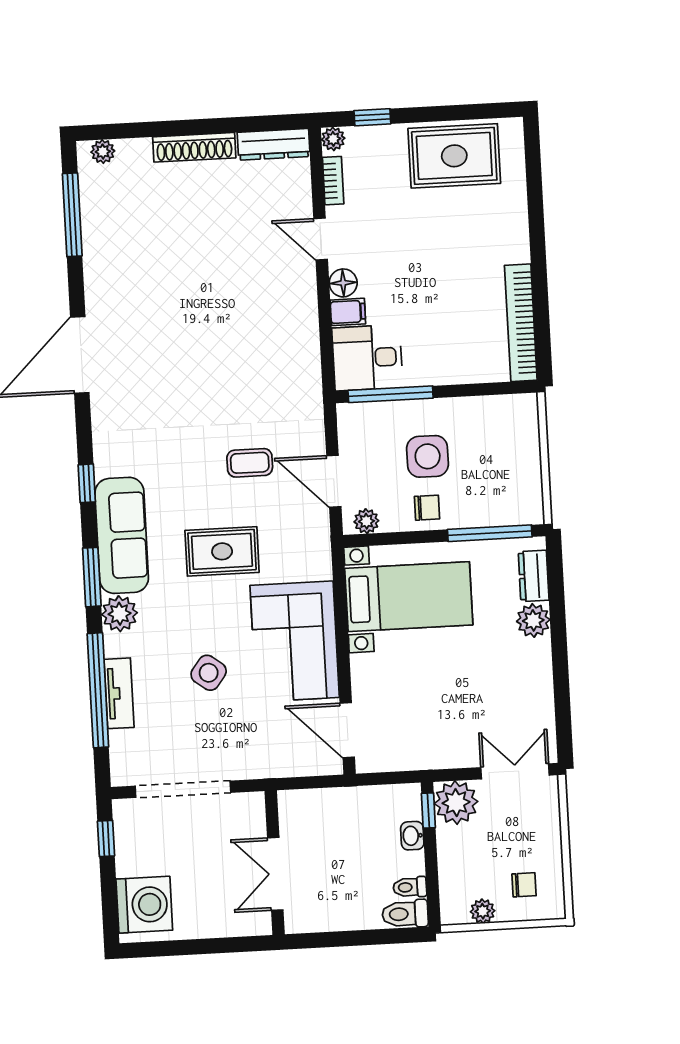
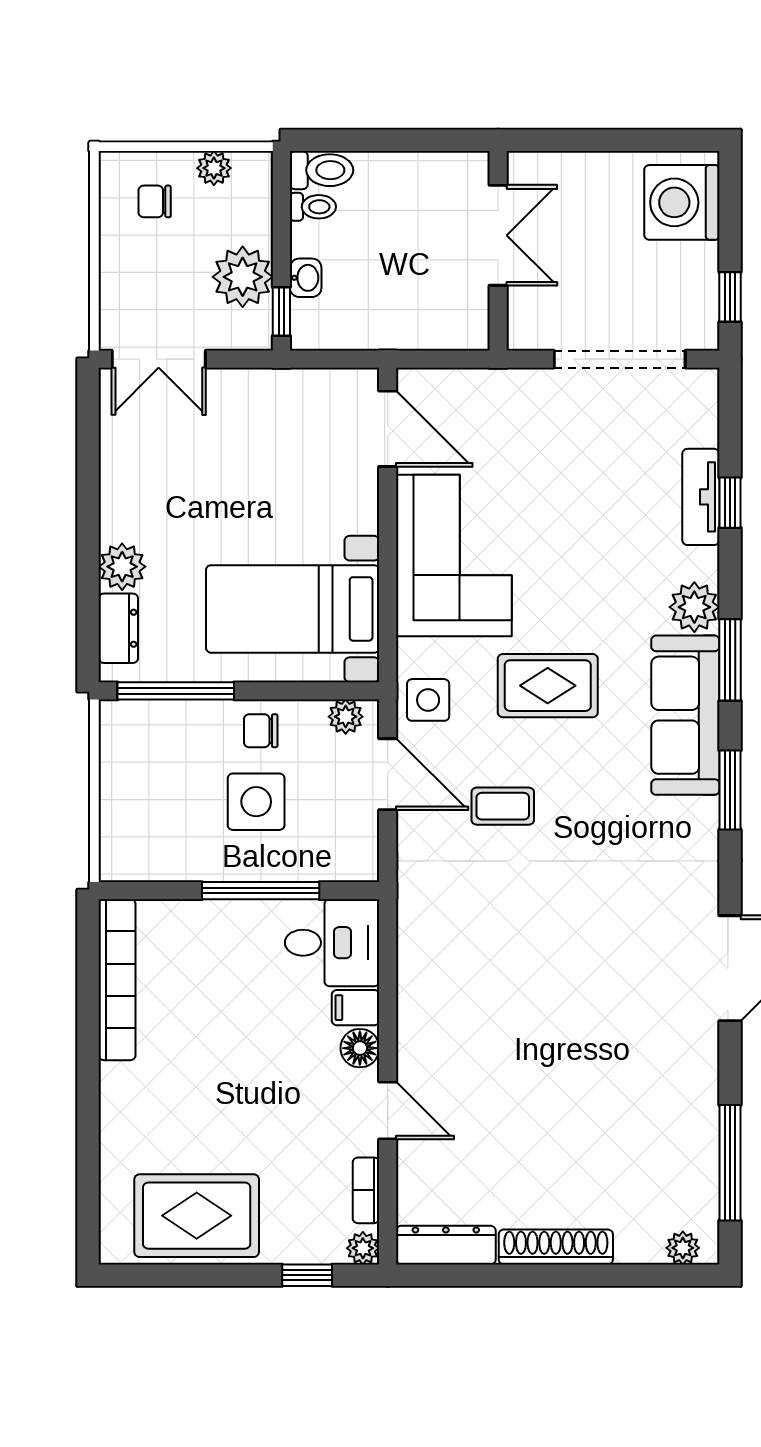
window: (391, 394) -> (261, 891), moved
window: (87, 483) -> (730, 790), width x1.50
side table: (209, 673) -> (428, 700), moved, turned -37
window: (98, 690) -> (730, 503), width x0.32
plant: (456, 803) -> (243, 277), moved

